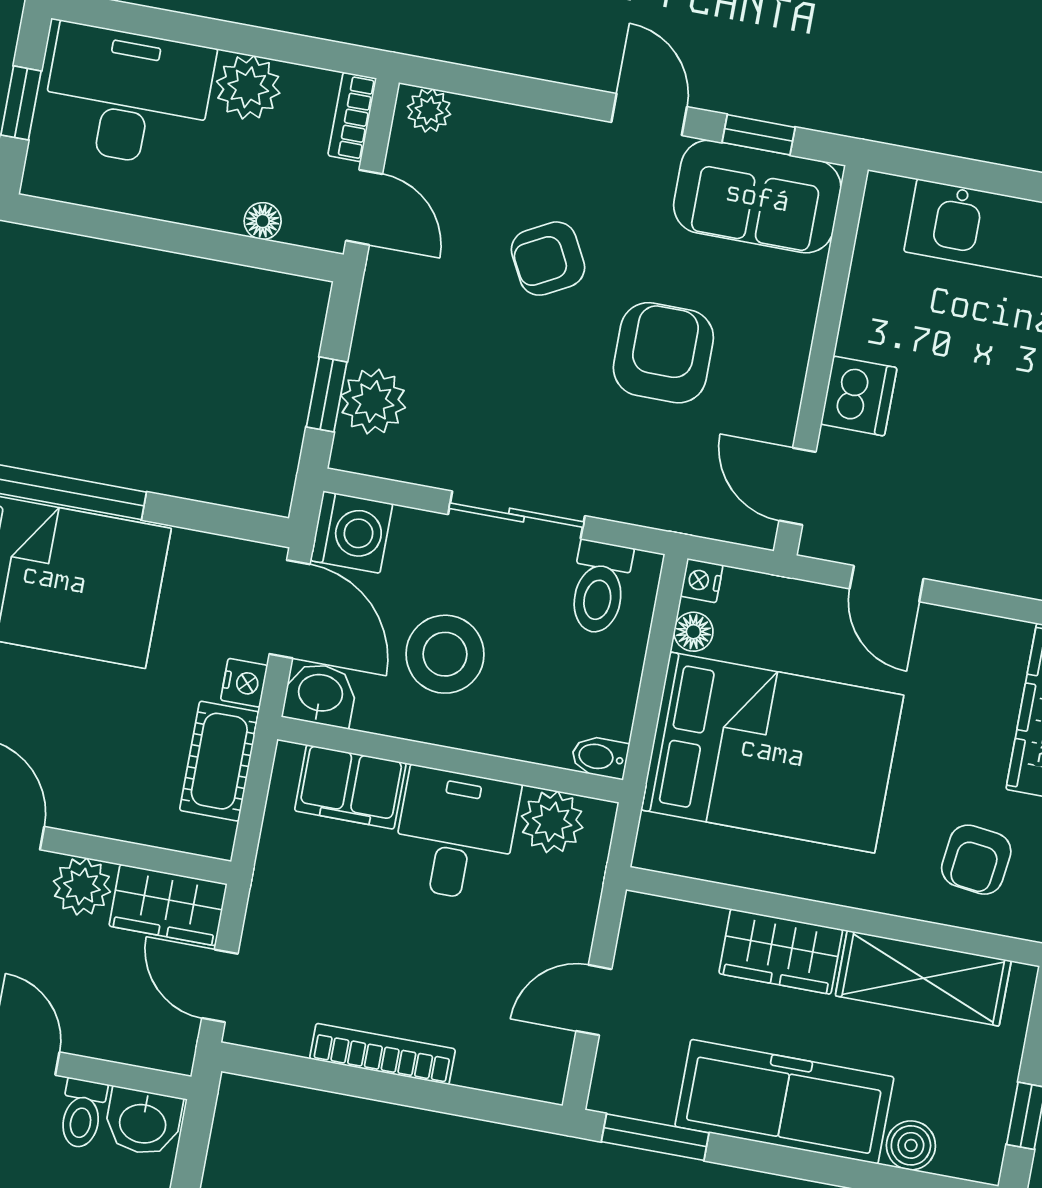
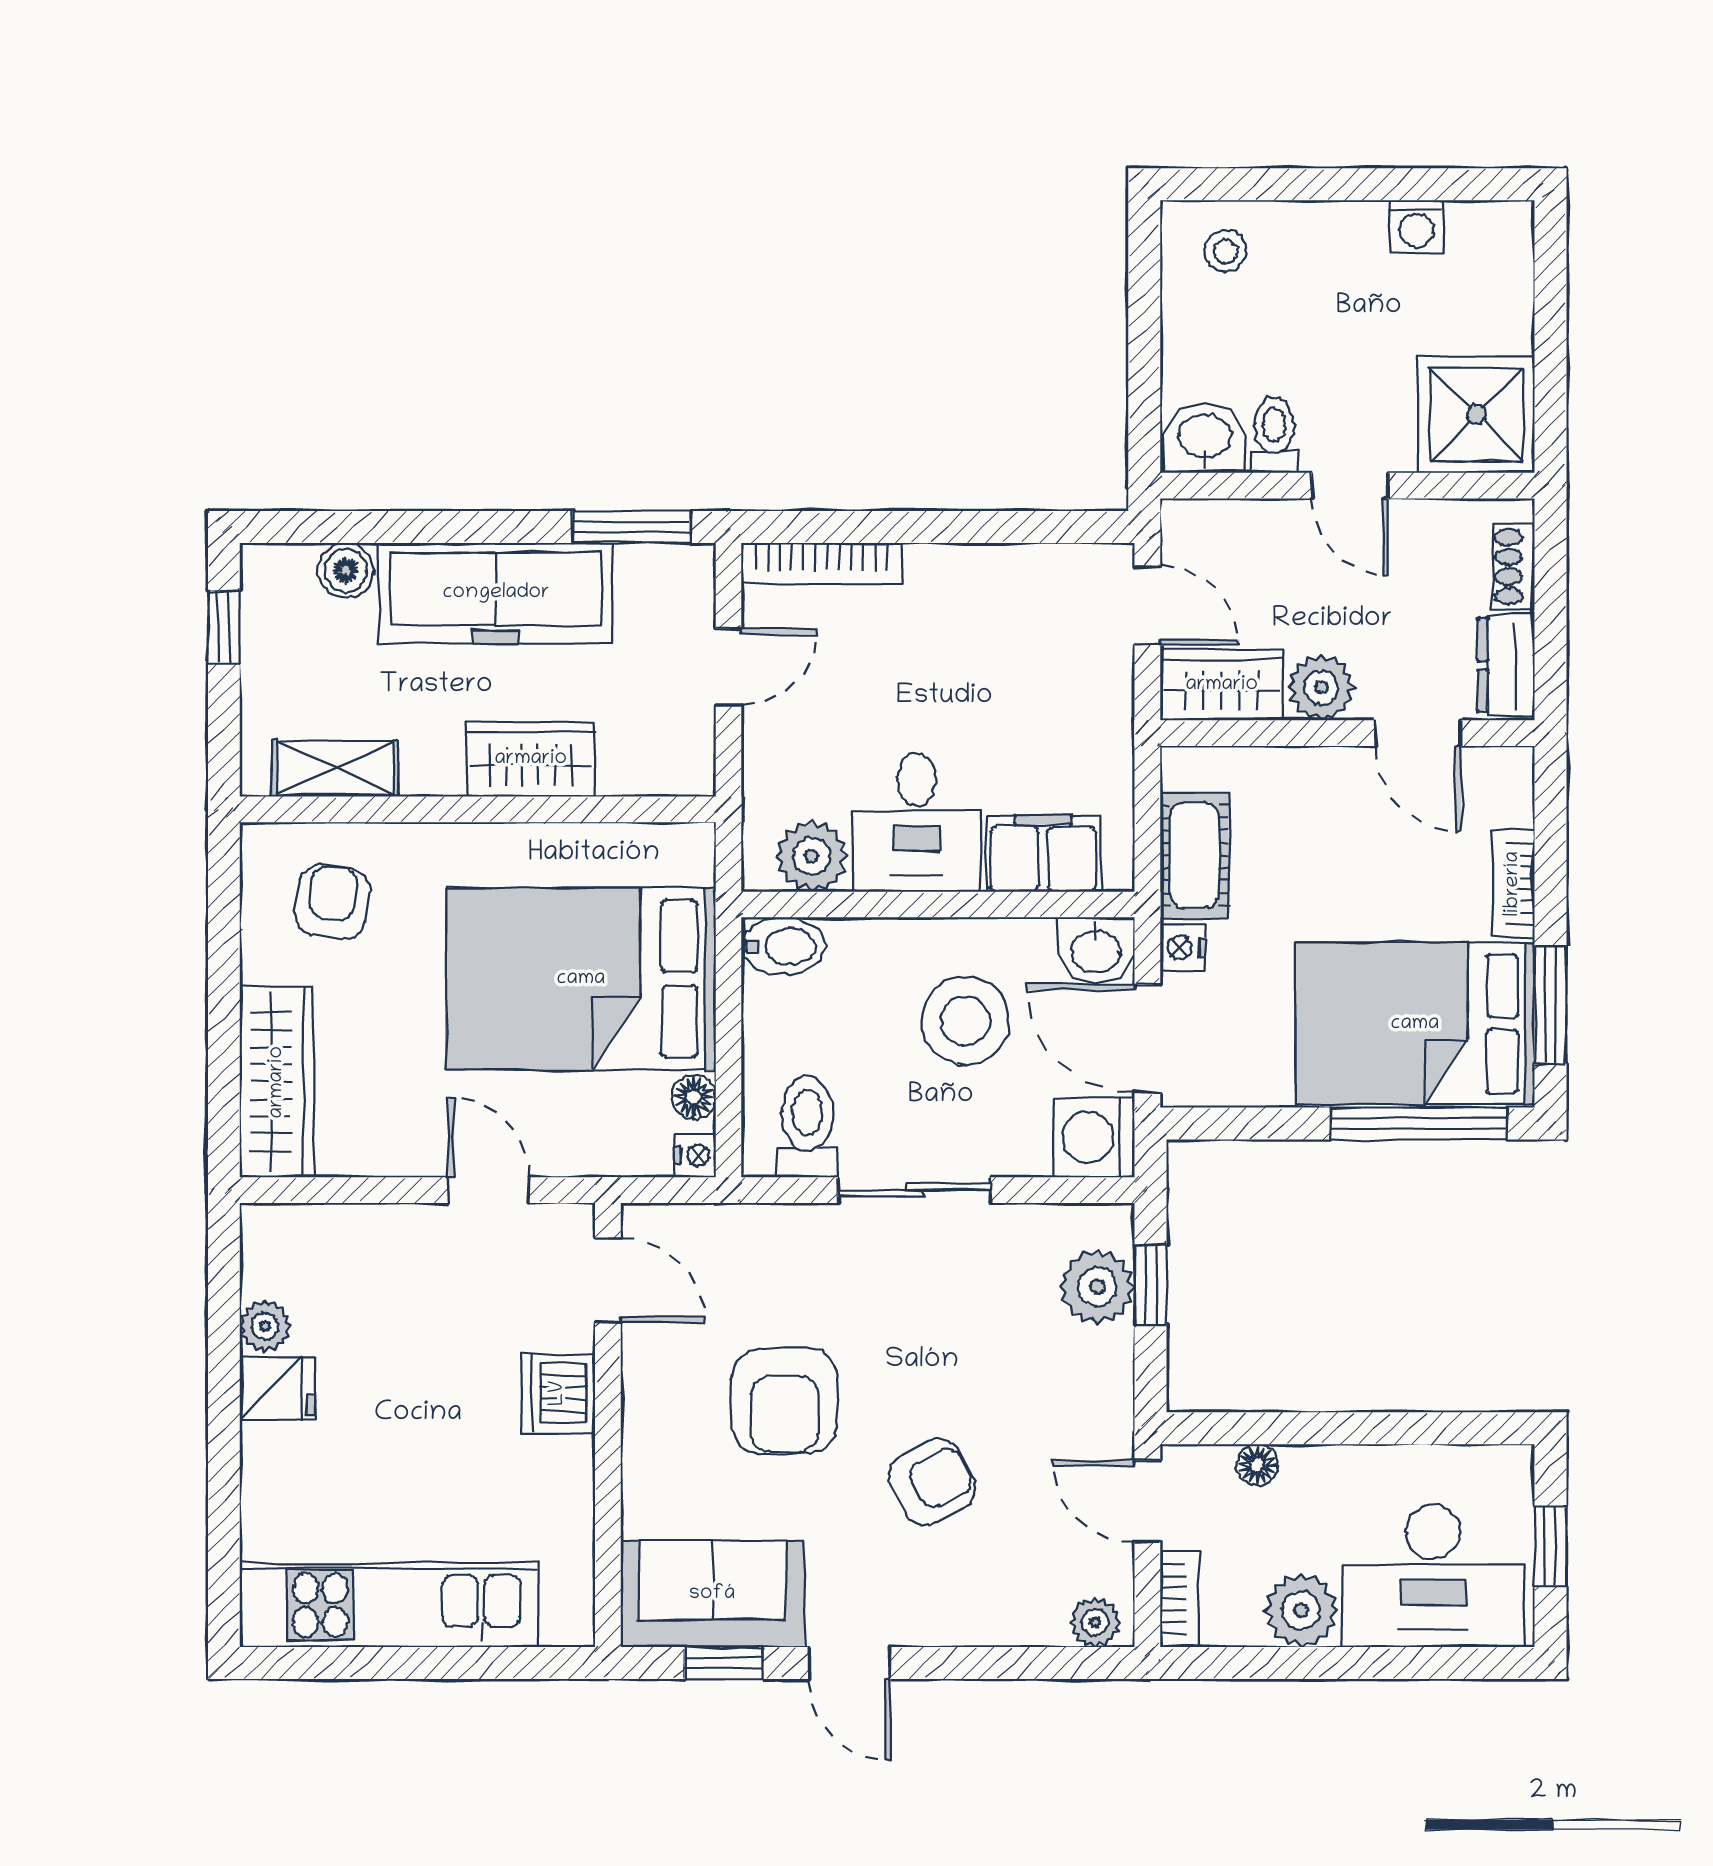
bidet: (600, 757) -> (783, 946), width x1.38, depth x1.36
shelving: (923, 978) -> (335, 768), width x0.67, depth x0.75
bookcase: (383, 1054) -> (821, 563), moved

